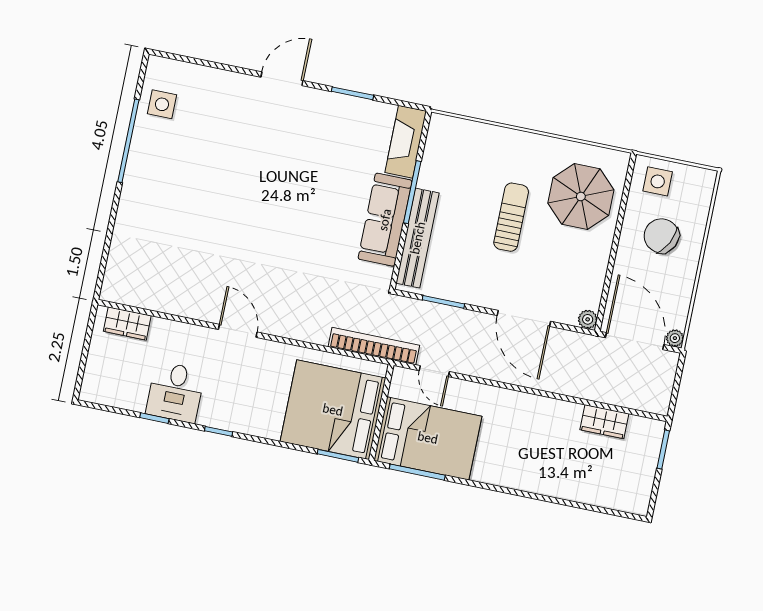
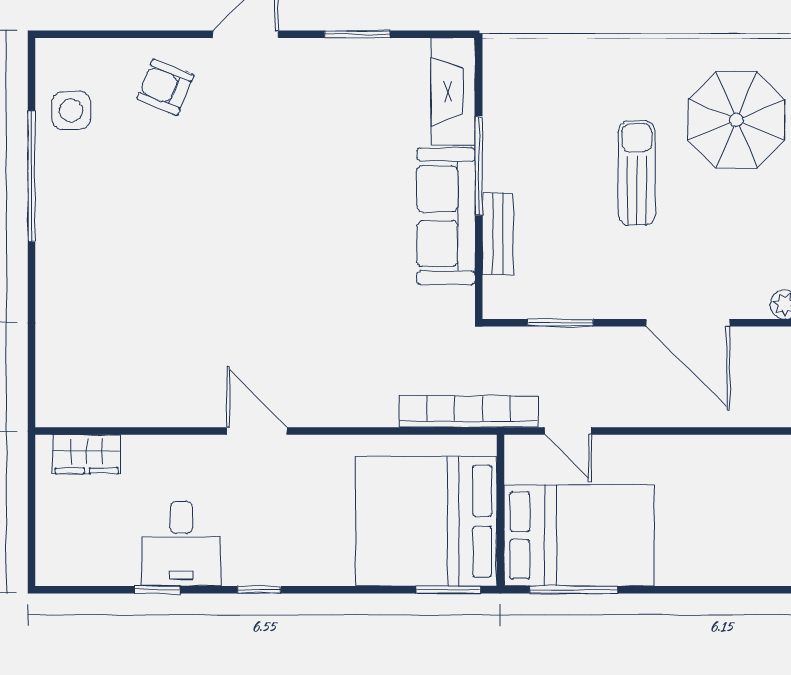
armchair: (224, 102) -> (165, 87), added
bench: (418, 238) -> (498, 234), width x0.54, depth x0.82

